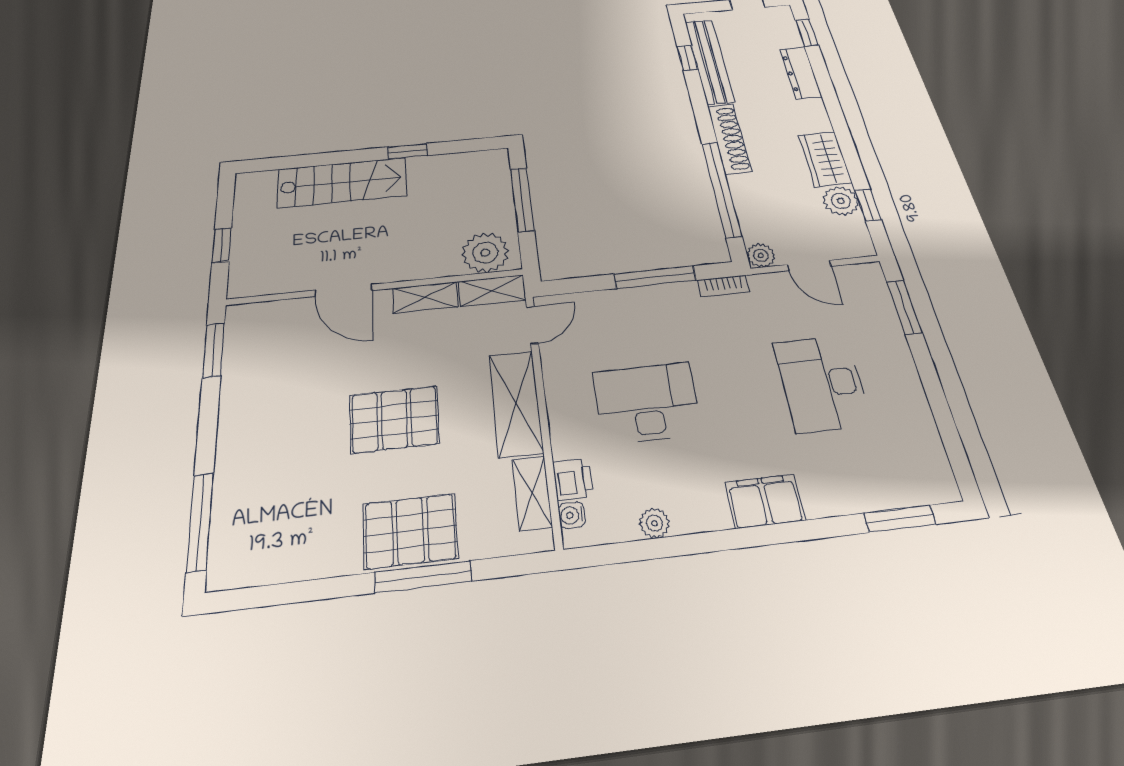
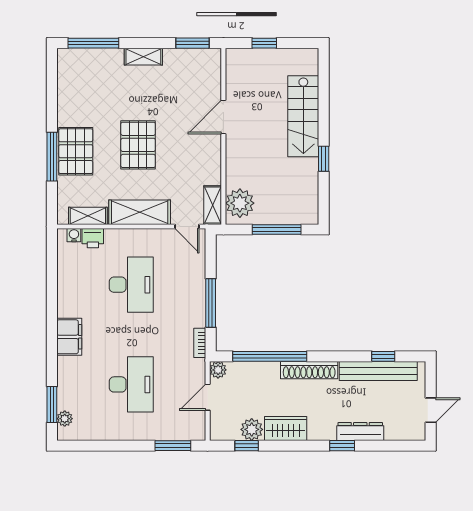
window: (807, 33) -> (342, 446), moved
shelving: (425, 297) -> (143, 57), moved, turned 90
desk: (822, 383) -> (131, 384), turned 90
plant: (654, 523) -> (65, 419), moved

